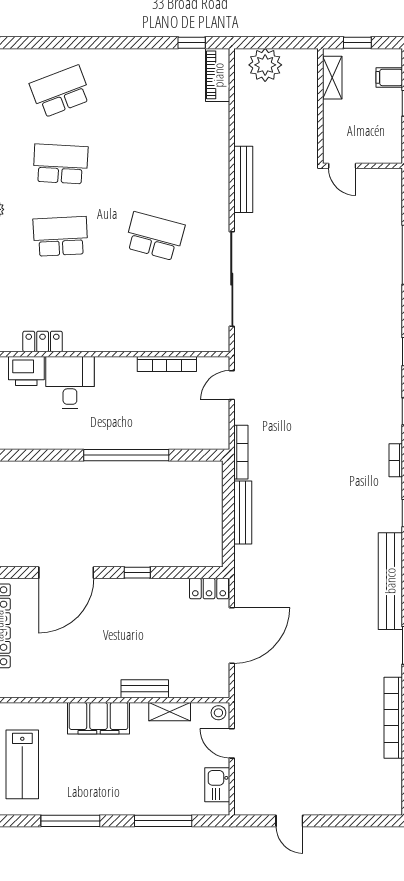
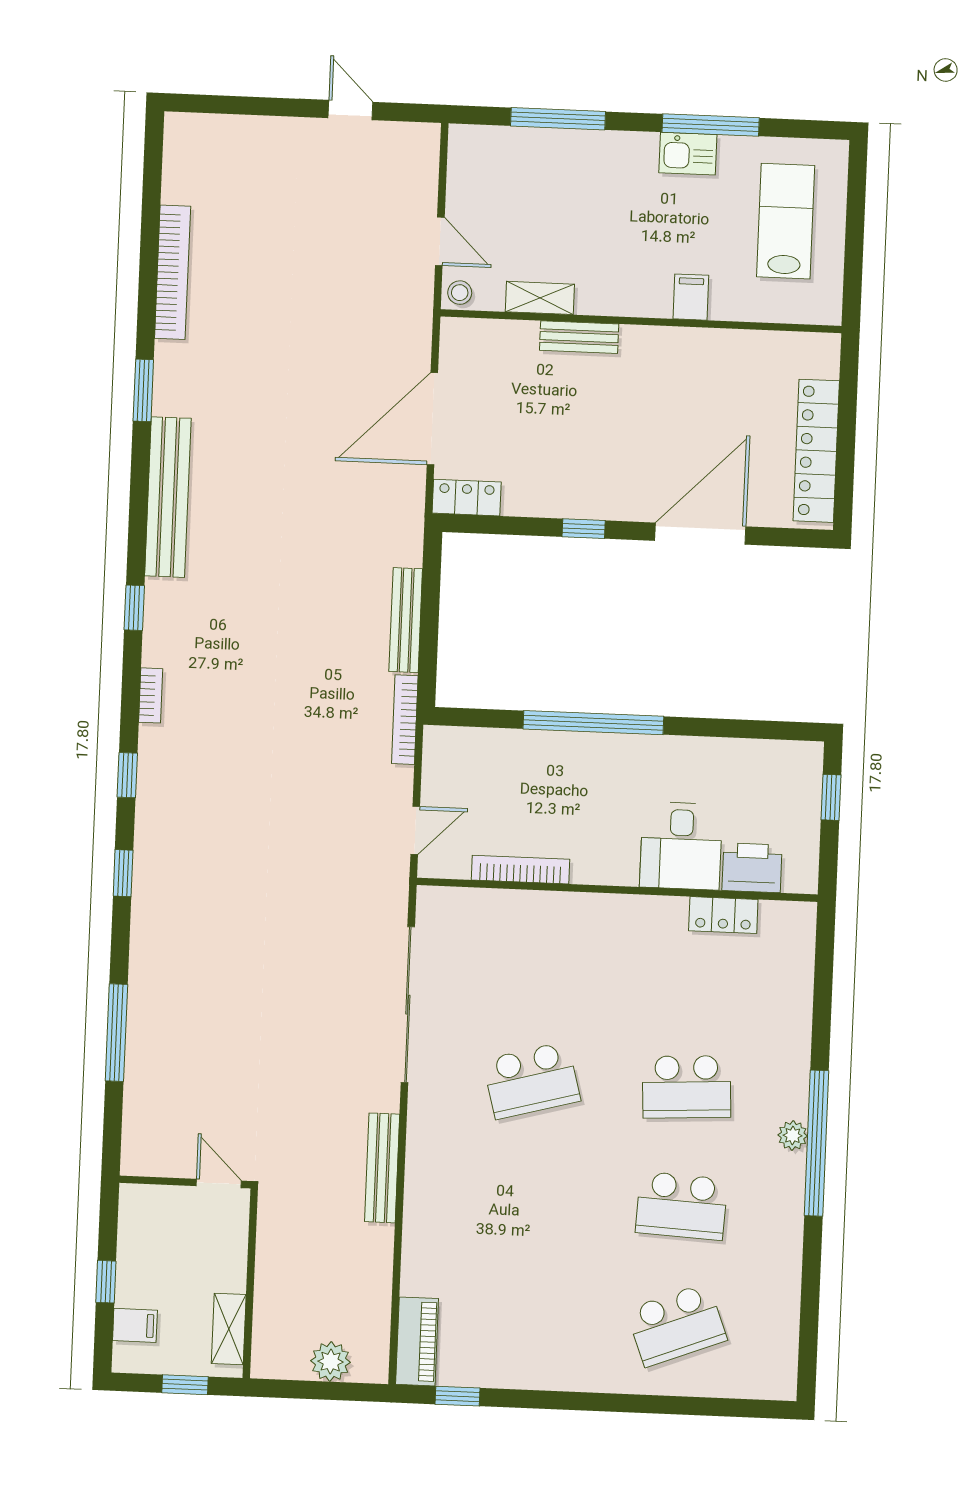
plant: (265, 65) -> (331, 1362), width x0.73, depth x0.73
school desk: (155, 236) -> (532, 1080), turned -30
filing cabinet: (99, 718) -> (691, 297), width x0.33, depth x0.86
kitchen sink: (217, 785) -> (688, 154), moved, turned 90

